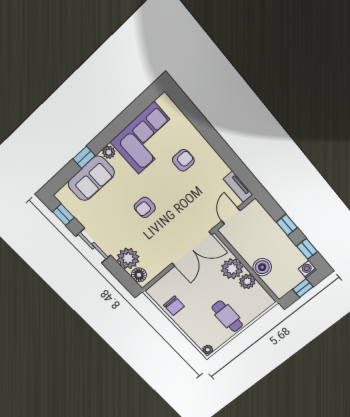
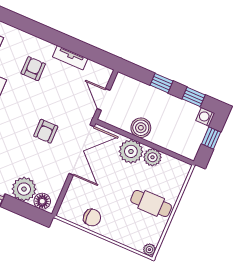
tv unit: (238, 187) -> (70, 58), moved
armchair: (145, 207) -> (46, 131), moved
boiler: (262, 267) -> (141, 128), moved

